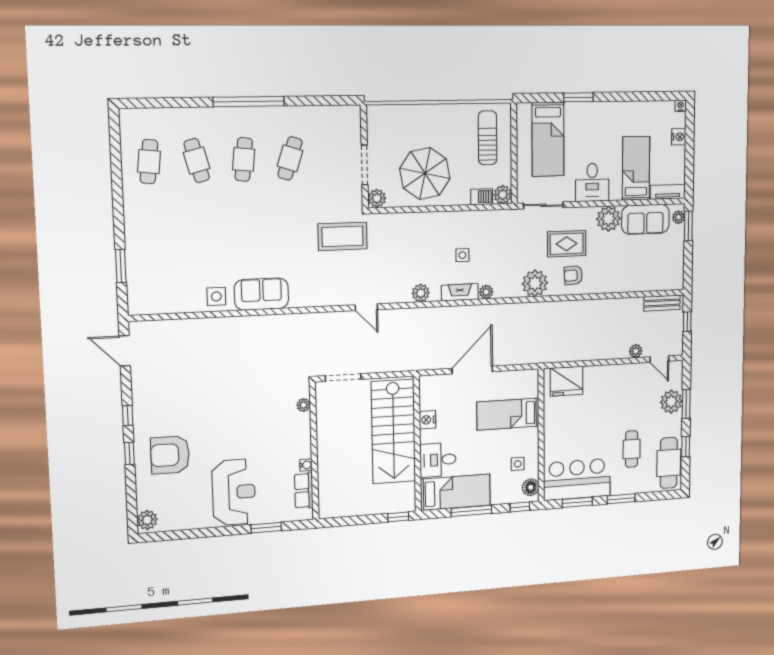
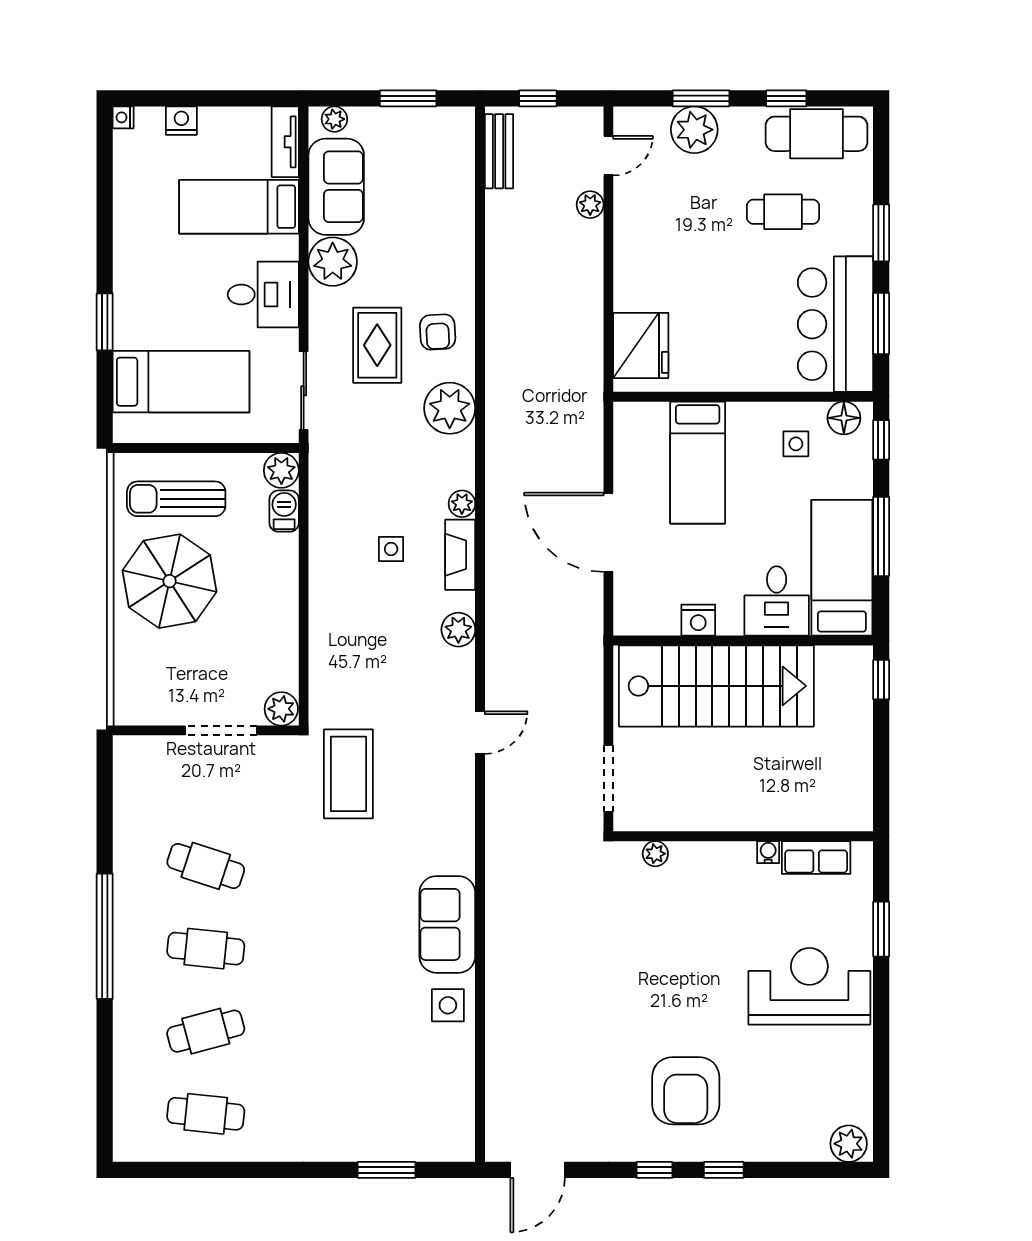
parasol: (425, 174) -> (170, 581), moved
window: (688, 226) -> (408, 98), moved
armchair: (170, 455) -> (686, 1091), moved

